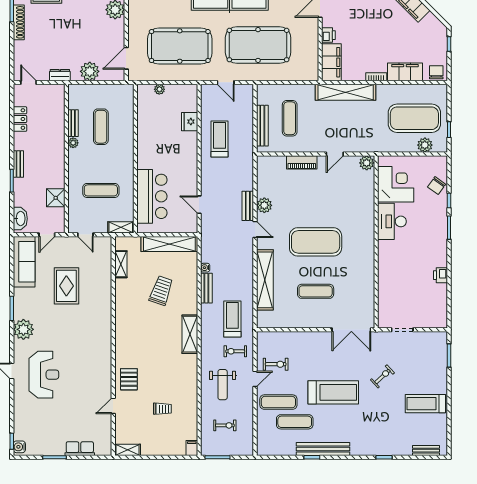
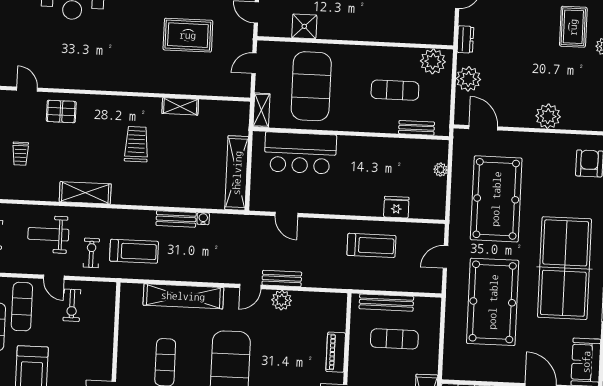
bench: (73, 123) -> (417, 128), moved
plant: (73, 143) -> (433, 61), moved, width x1.88, depth x1.88
exercise mat: (101, 190) -> (311, 86), width x2.00, depth x1.45
door: (199, 205) -> (286, 215), swing flipped
shelving: (121, 264) -> (180, 106), moved
trolley: (161, 291) -> (136, 144), moved, turned -109
shelving: (190, 334) -> (85, 193), moved

